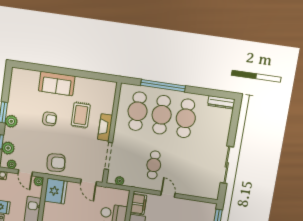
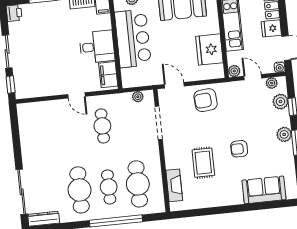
sofa: (57, 84) -> (264, 190), moved
cafe table: (162, 115) -> (109, 187), width x0.73, depth x0.74
fireplace: (105, 127) -> (174, 185), moved
armchair: (56, 163) -> (206, 100), moved
sliding door: (227, 165) -> (22, 192), moved
fridge: (56, 191) -> (209, 50), moved

